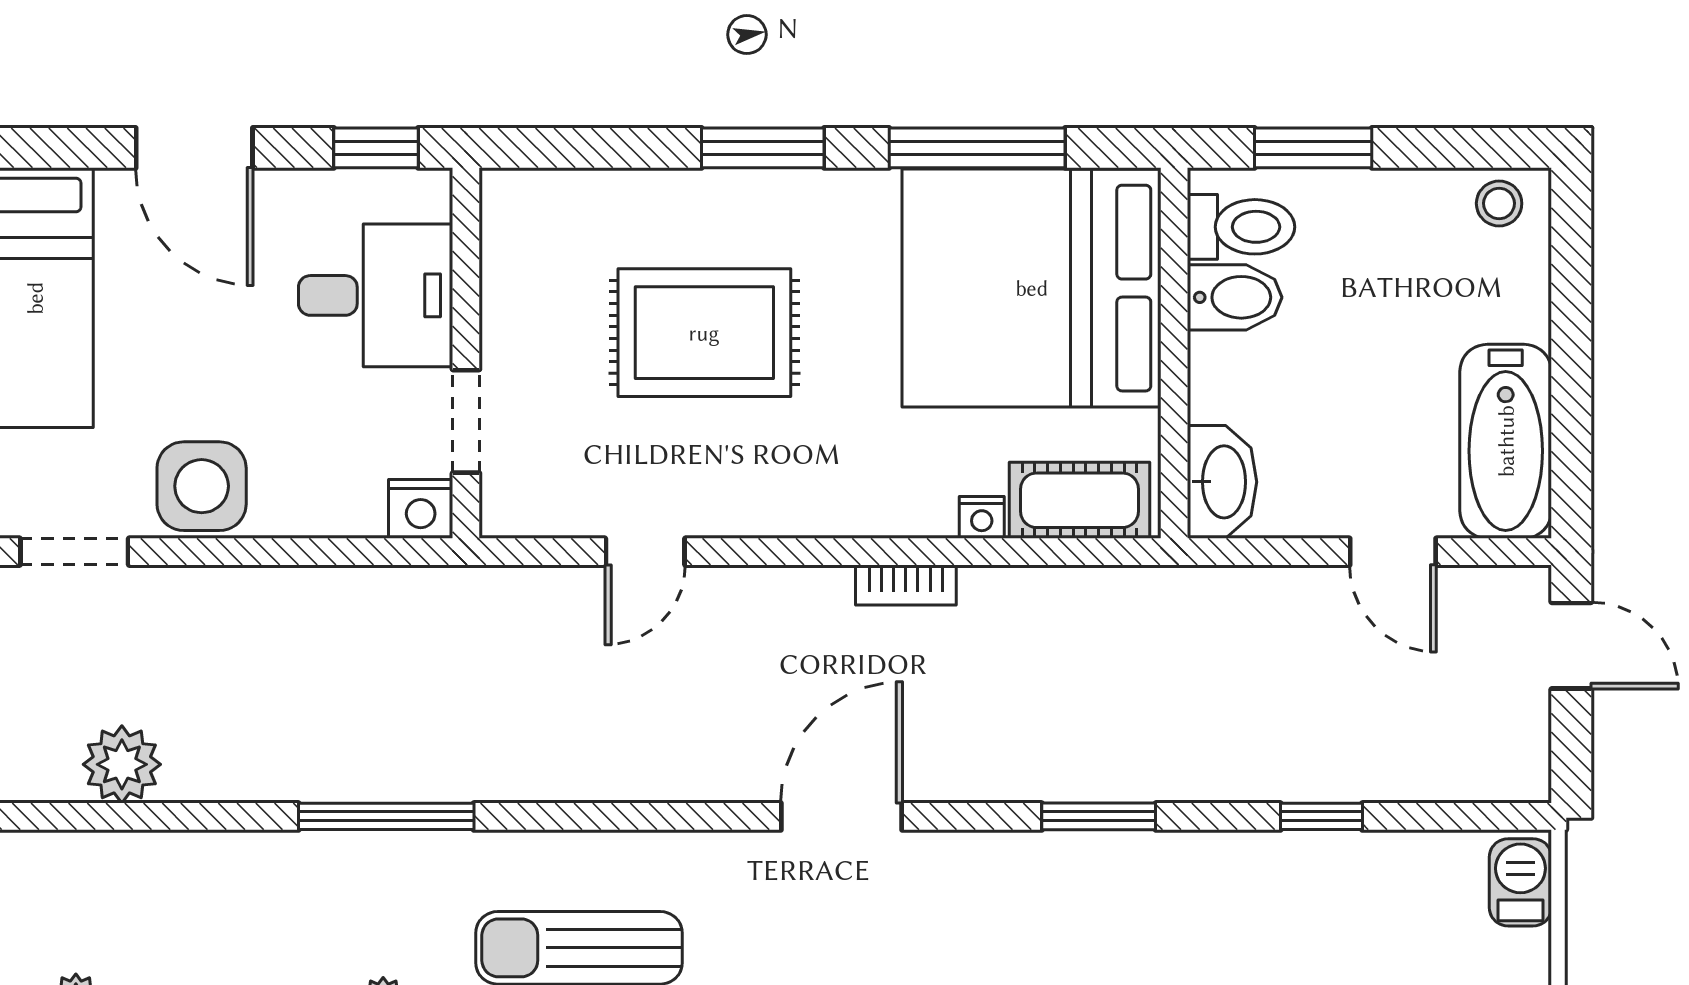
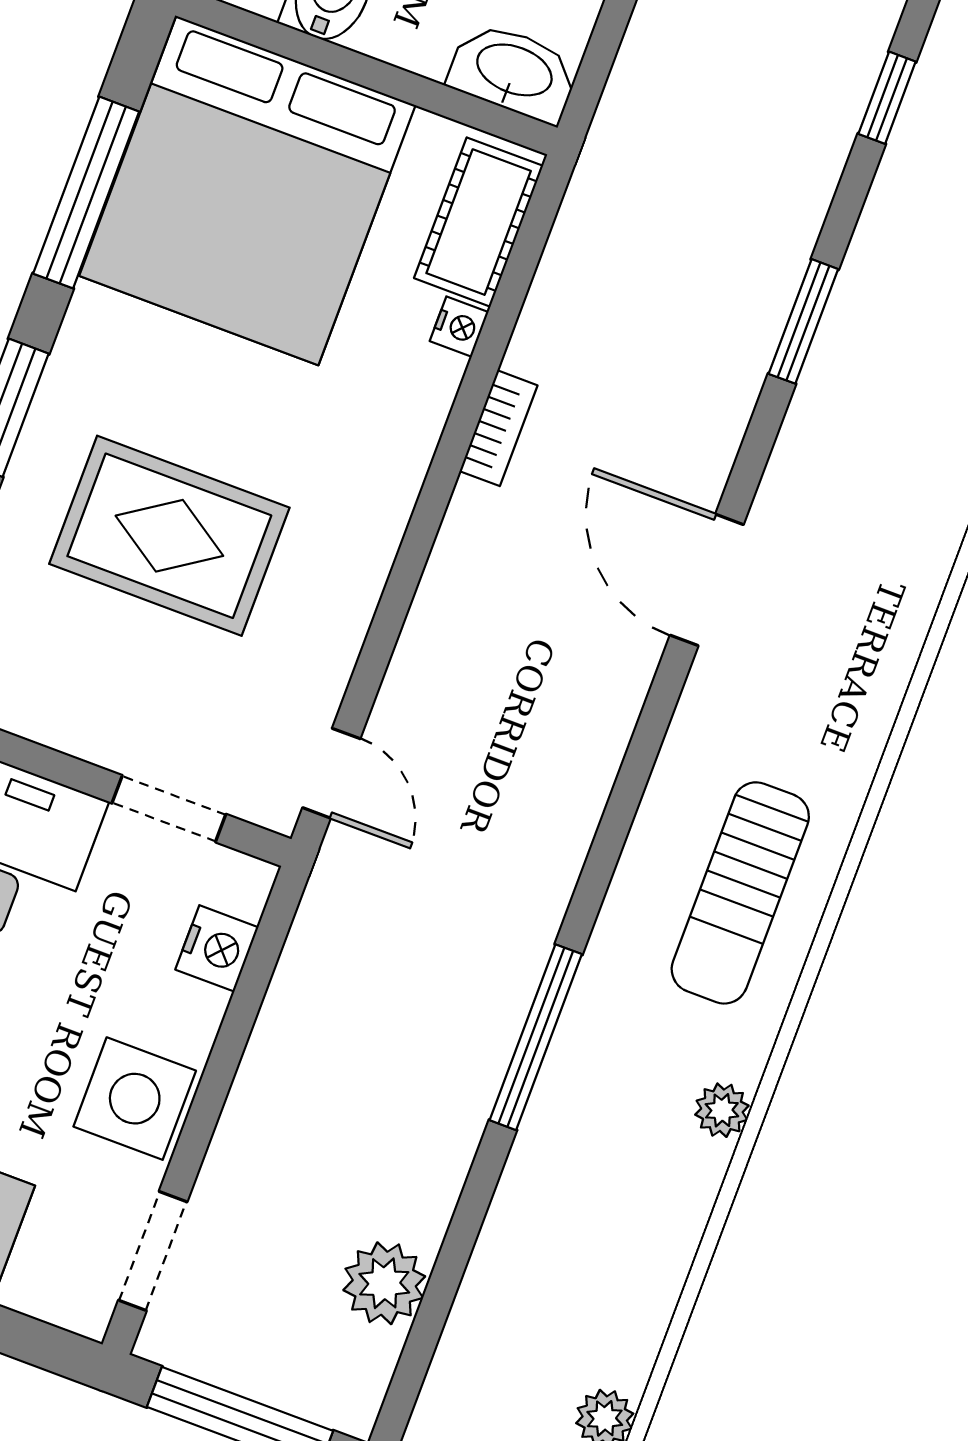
rug: (704, 333) -> (169, 536), turned 90
nightstand: (421, 509) -> (217, 948), moved
door: (645, 552) -> (331, 773), moved

